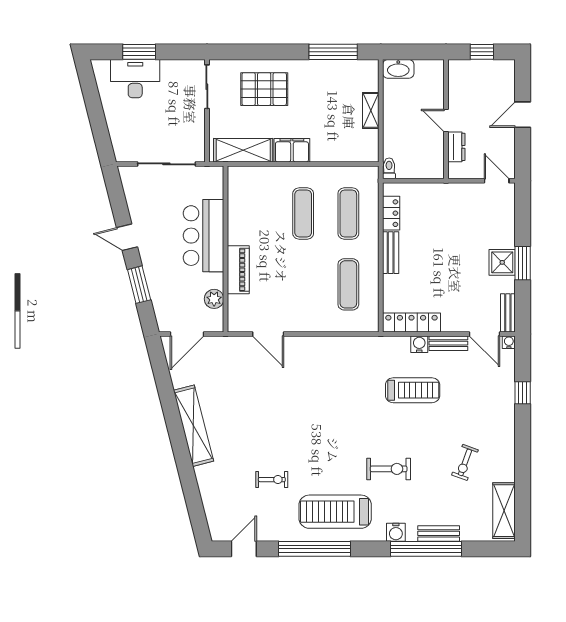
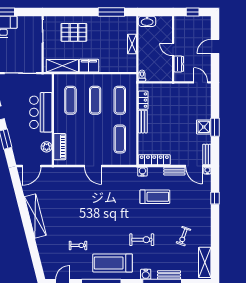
exercise mat: (258, 214) -> (70, 100), added
piano: (238, 270) -> (60, 147), moved
door: (268, 334) -> (93, 166), moved
water cooler: (419, 344) -> (142, 172), moved

